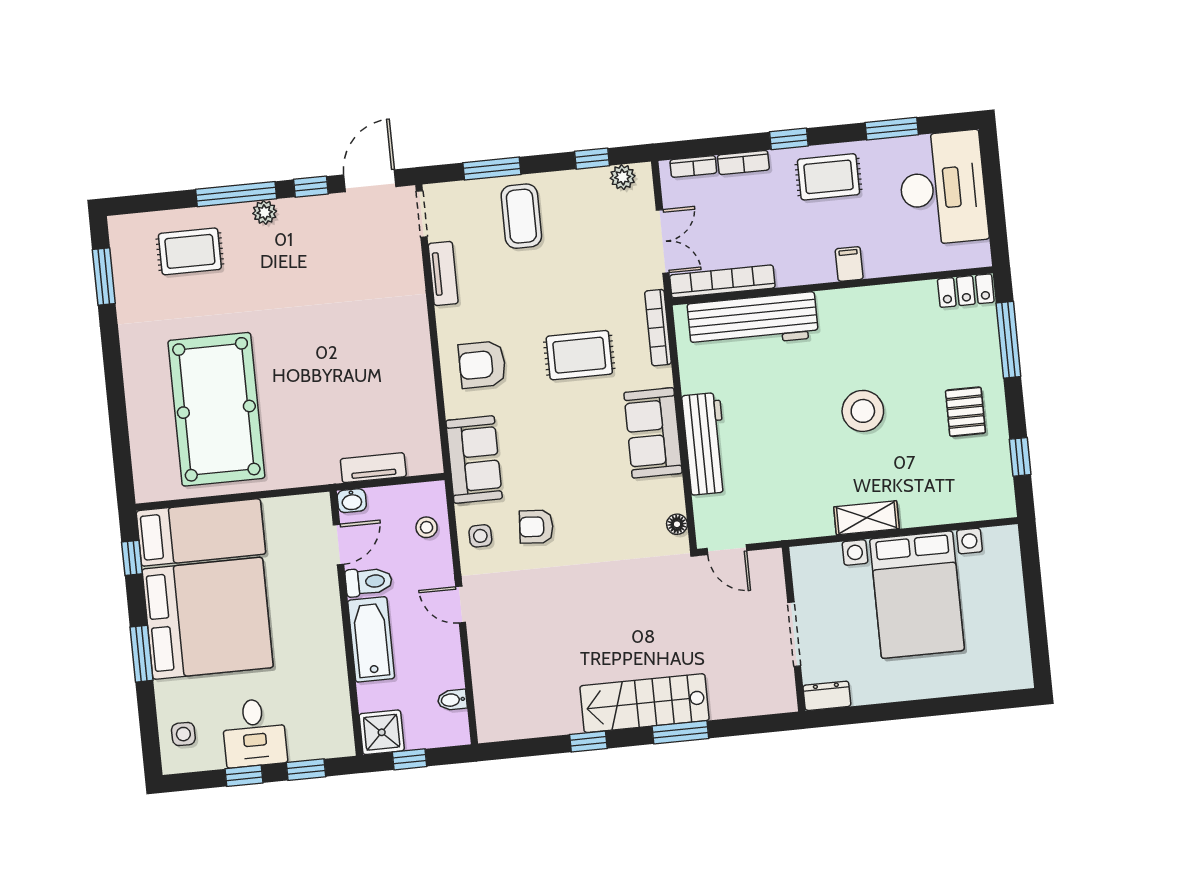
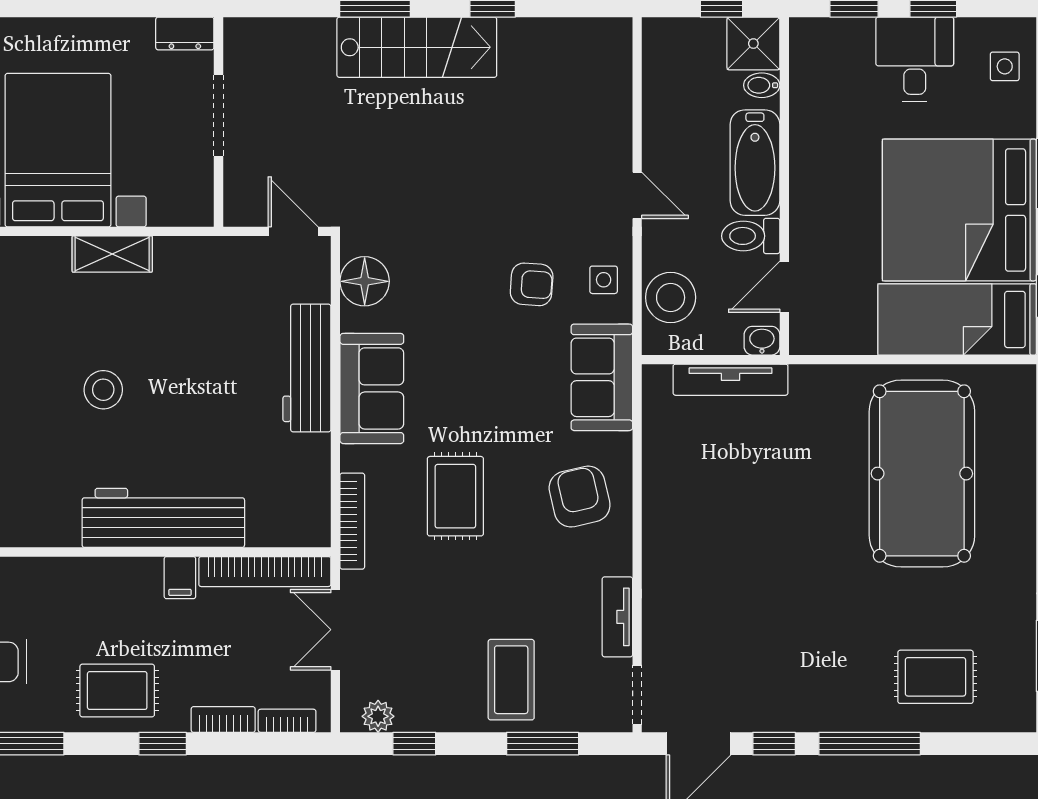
plant: (265, 212) -> (836, 717), removed
filing cabinet: (849, 264) -> (180, 578), moved
workbench: (753, 321) -> (163, 518), moved
rug: (579, 355) -> (455, 496), turned 90
armchair: (482, 365) -> (580, 497), turned -103
stool: (863, 411) -> (103, 390), width x0.73, depth x0.73
tv unit: (373, 468) -> (731, 380), width x1.41
floor lamp: (677, 524) -> (365, 281), width x1.89, depth x1.89
stool: (427, 527) -> (671, 297), width x1.89, depth x1.89
bidet: (452, 700) -> (762, 85), moved, turned 180

